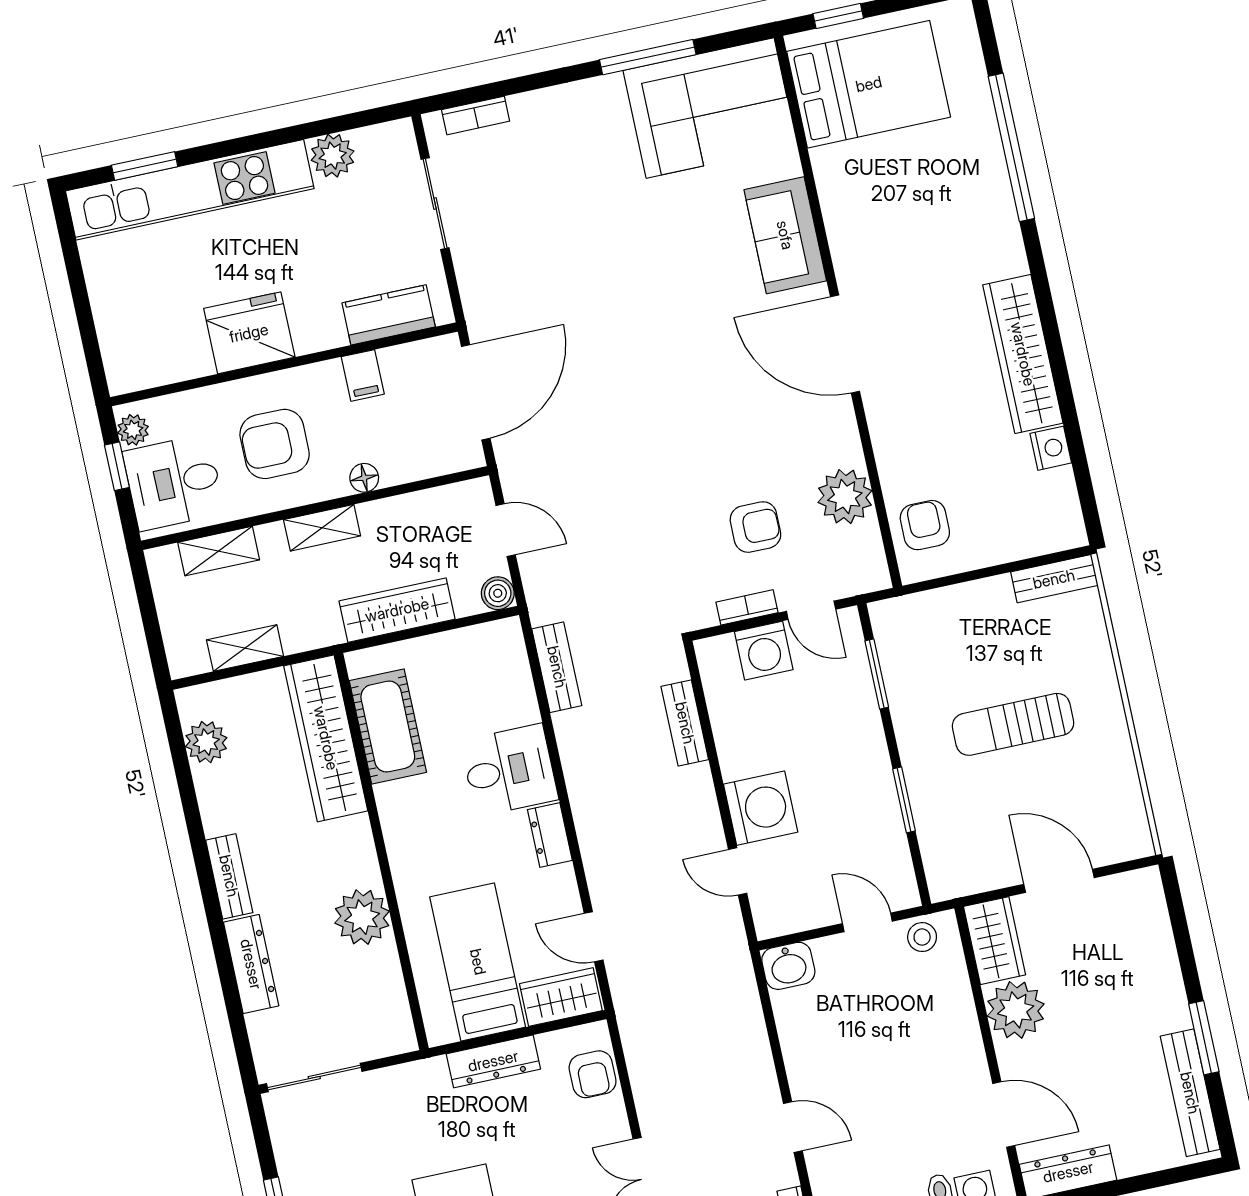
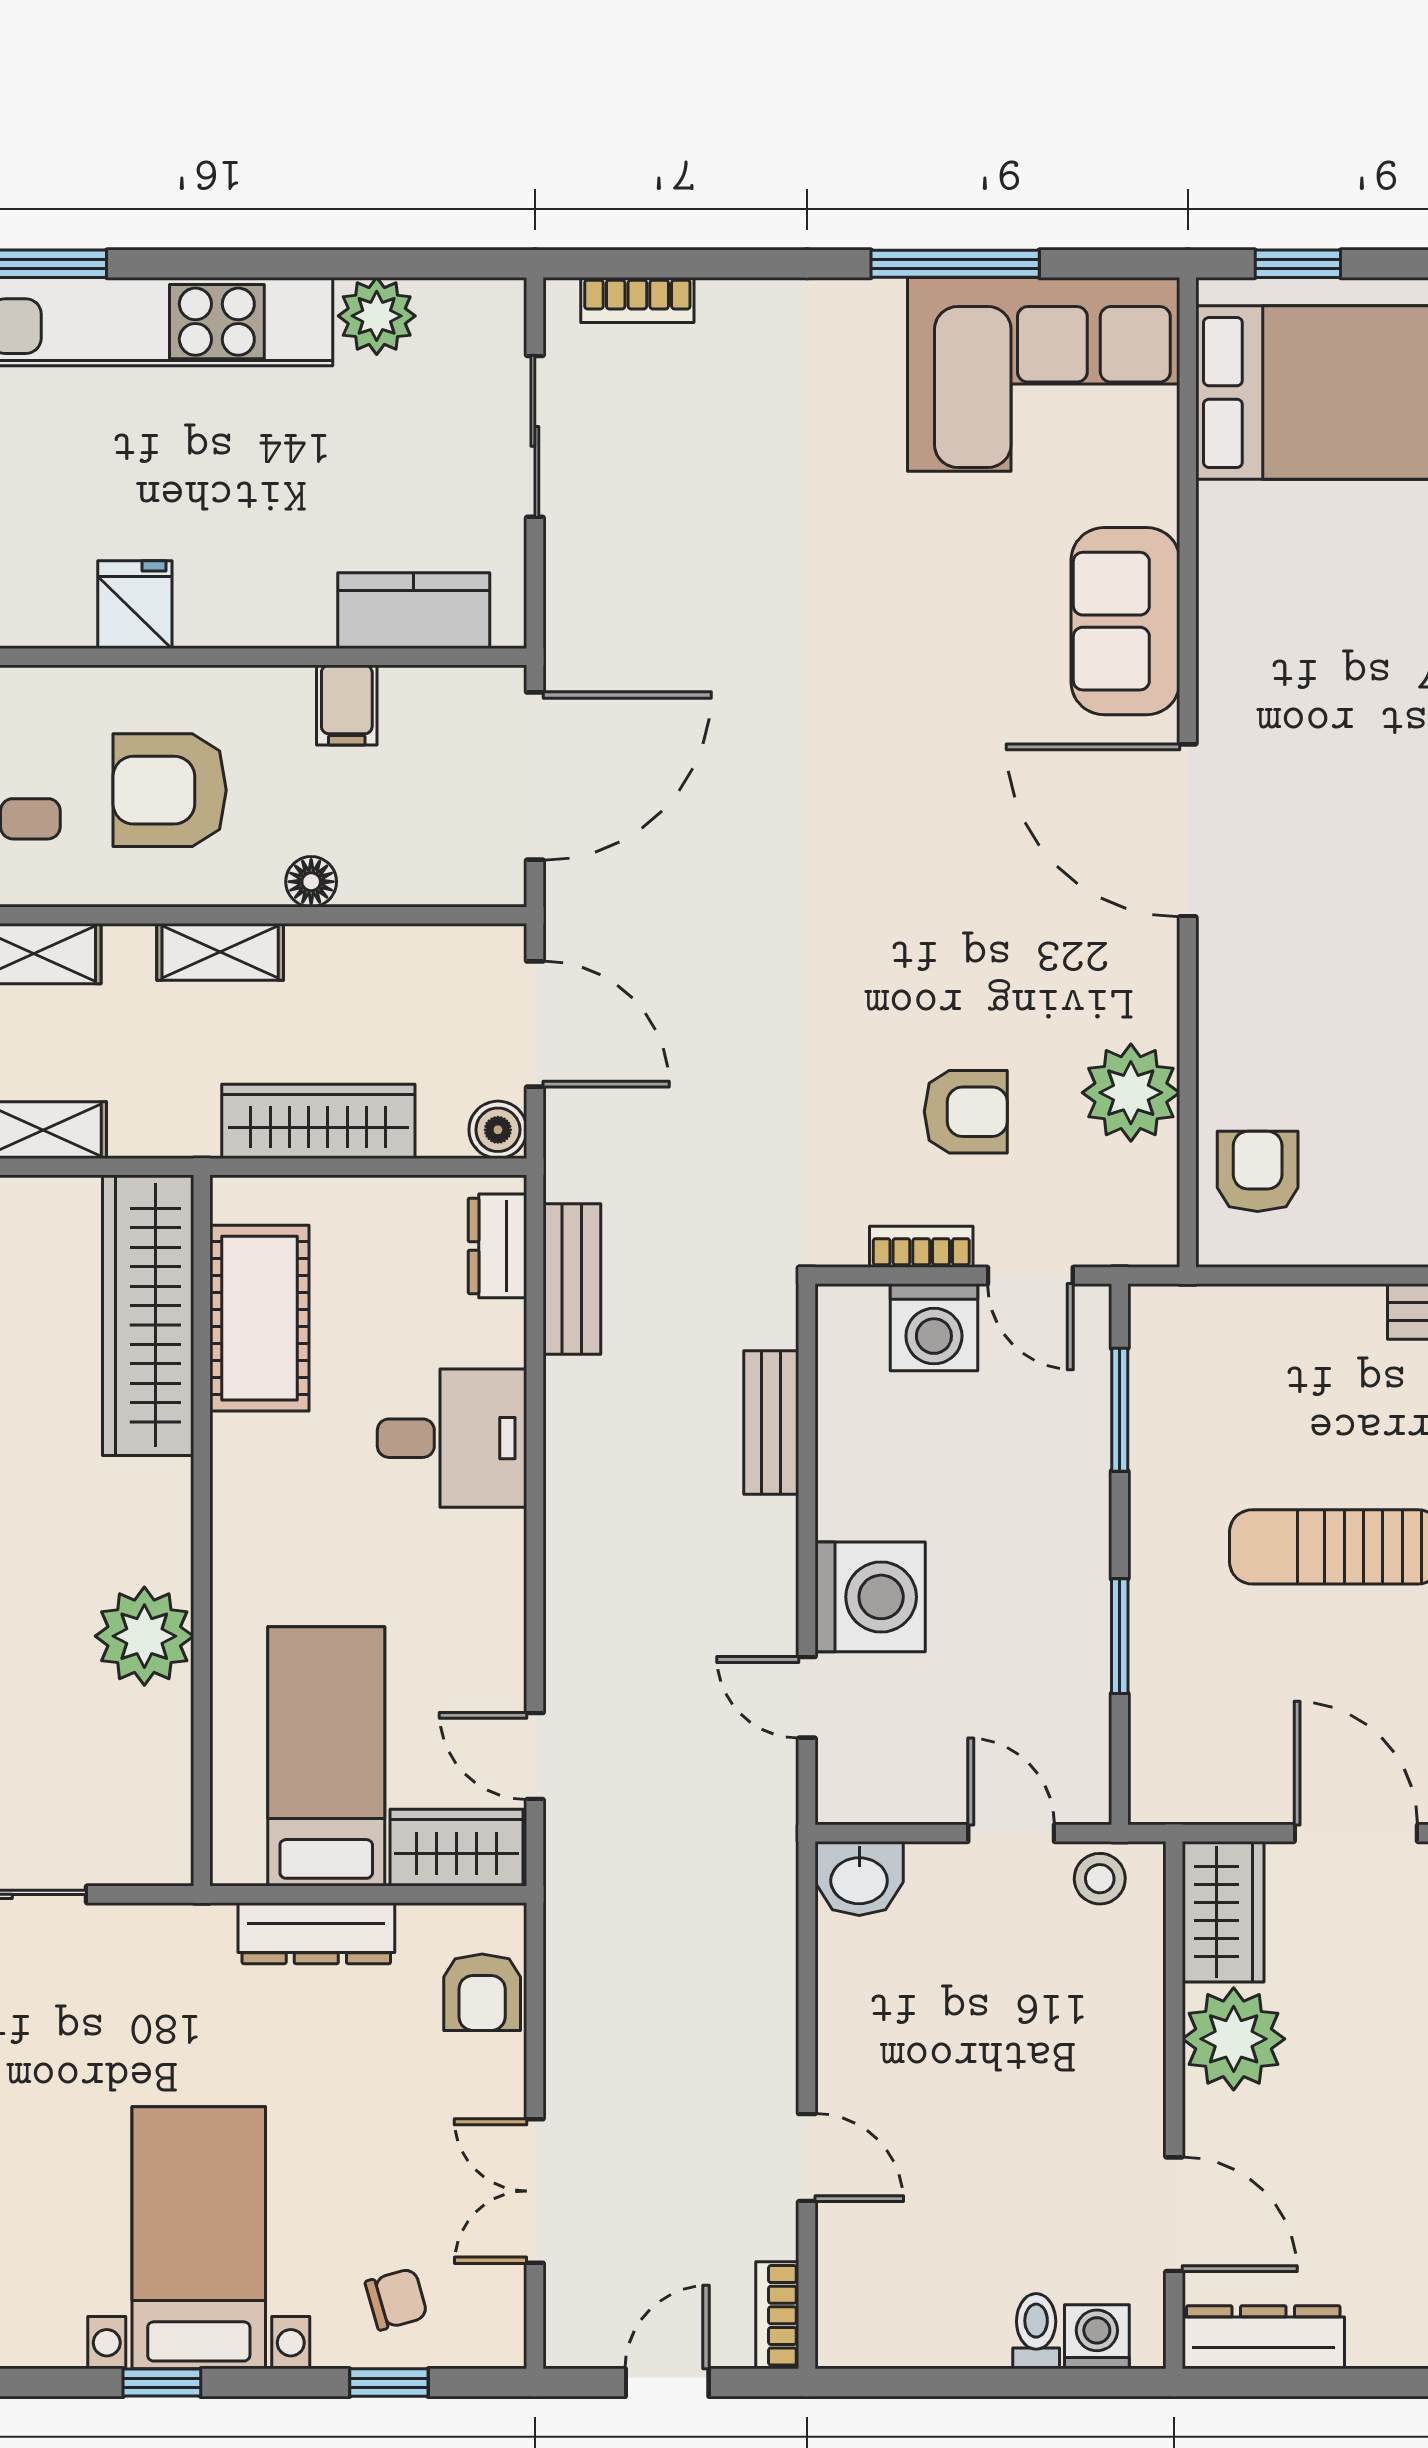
fridge: (249, 333) -> (135, 605), width x0.53, depth x0.75
door: (506, 530) -> (535, 1024), width x1.38
dresser: (550, 835) -> (498, 1246), moved

